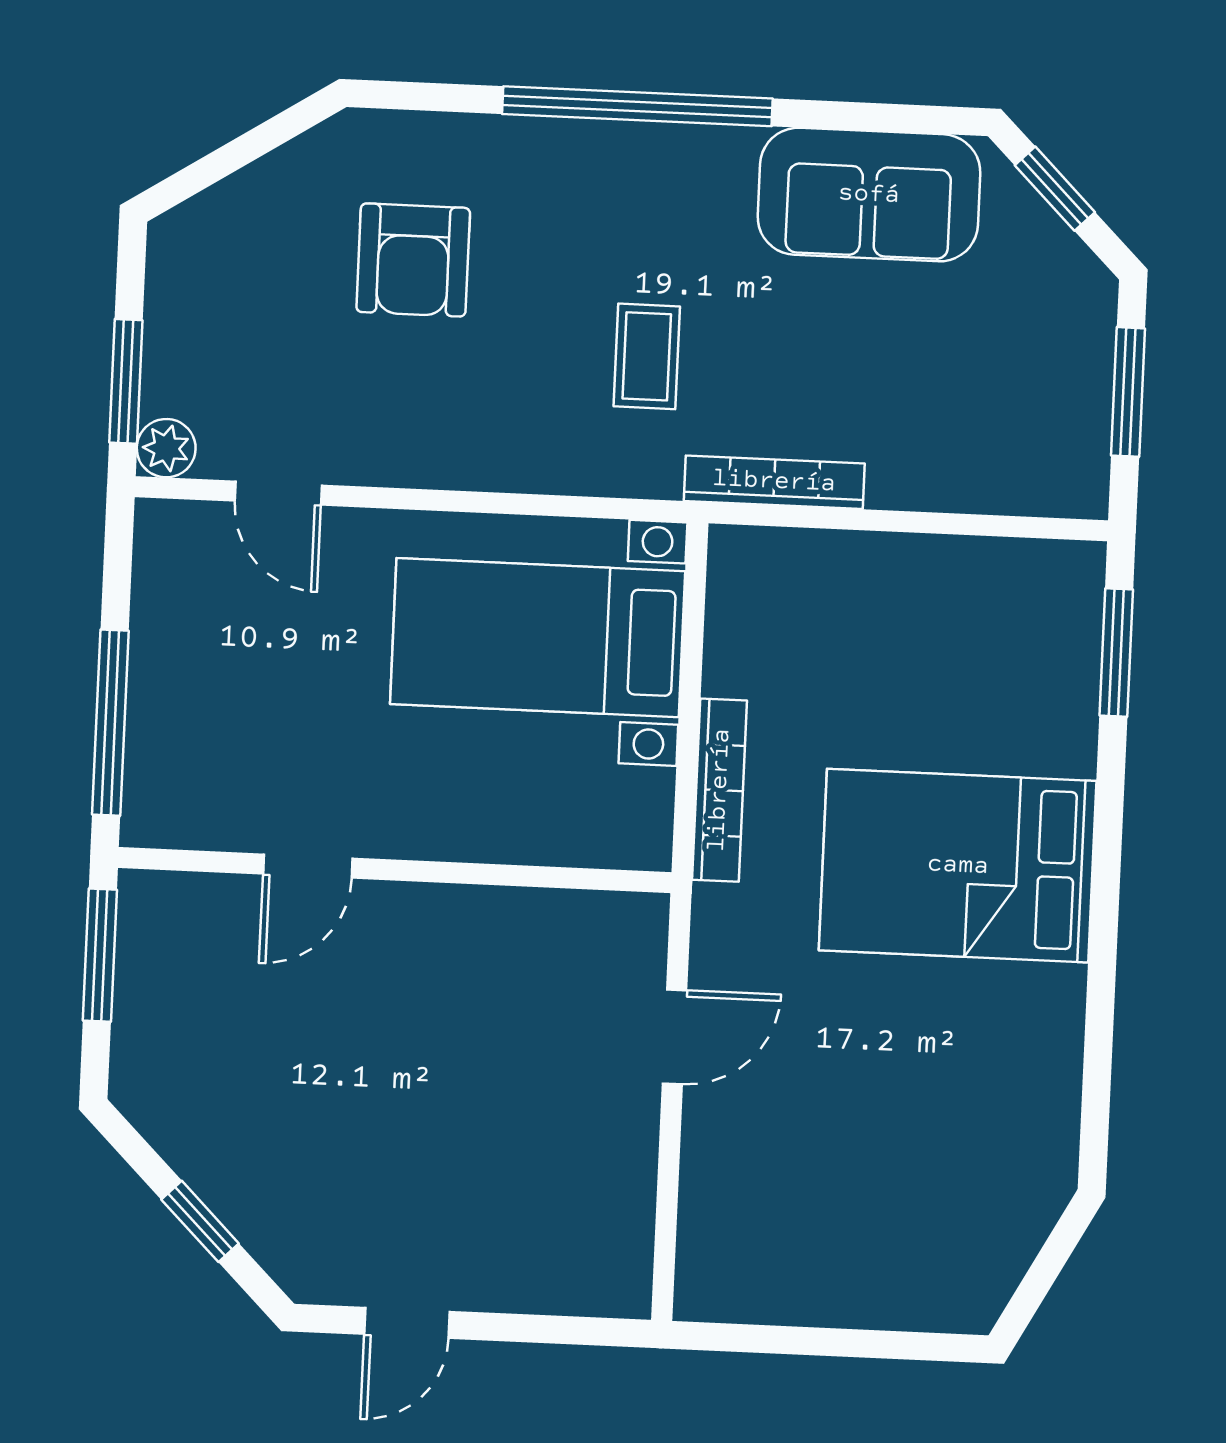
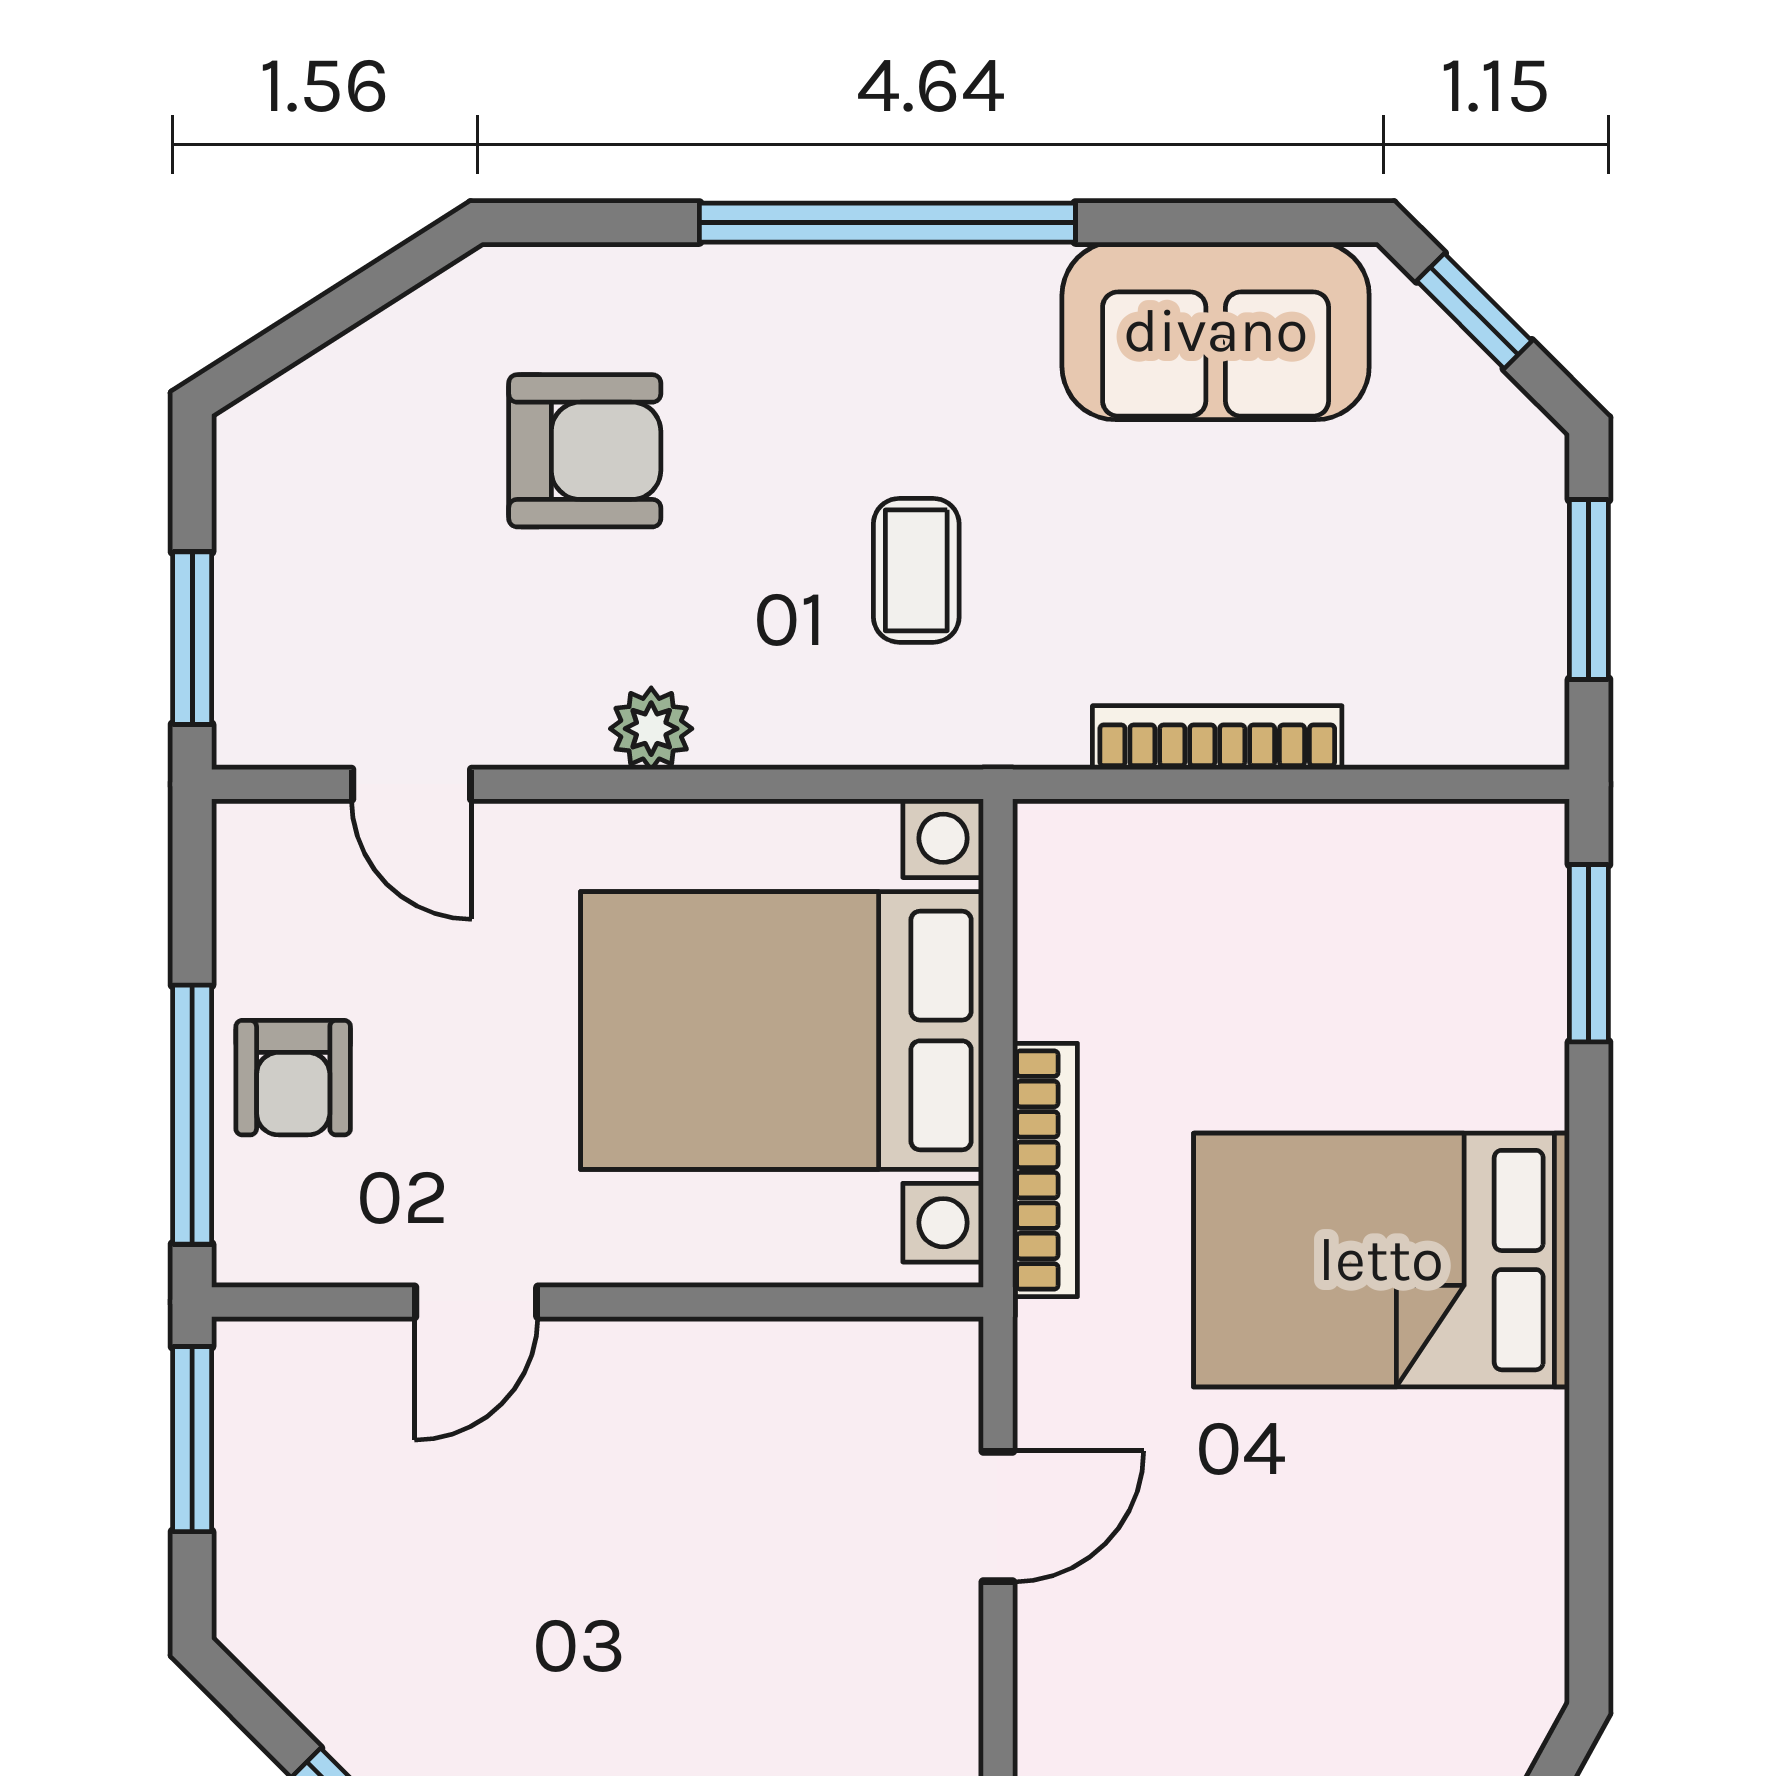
armchair: (413, 260) -> (585, 451), turned -90
plant: (166, 448) -> (651, 729), moved
bookcase: (774, 482) -> (1217, 738), moved
bed with nightstands: (538, 638) -> (782, 1030), width x1.36
armchair: (184, 699) -> (293, 1078), added

